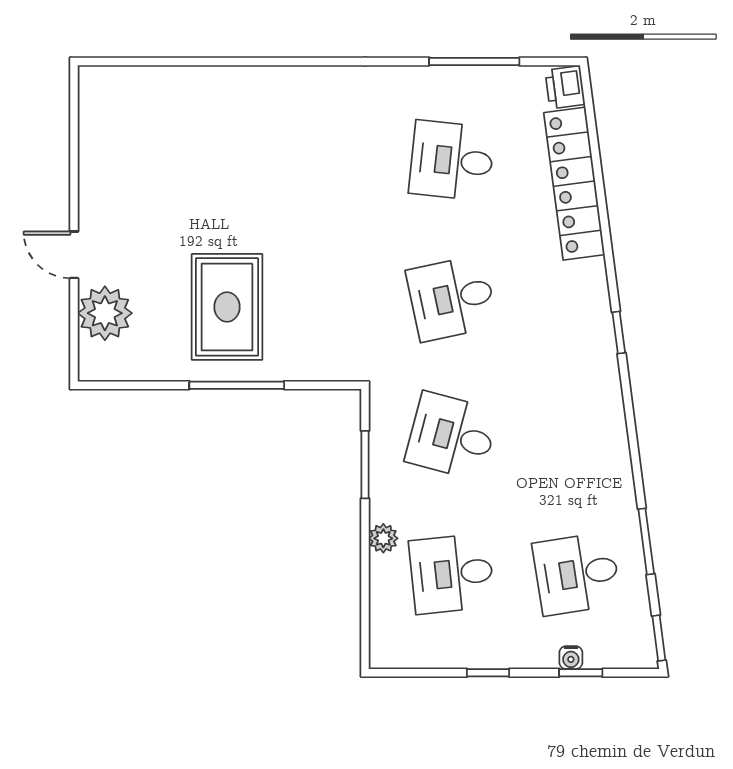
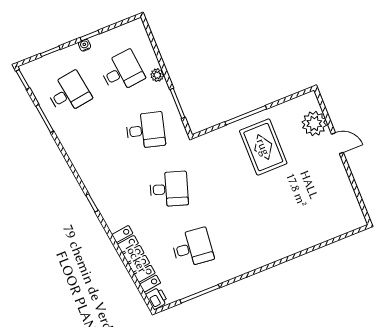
desk: (452, 298) -> (169, 189), turned 30
water cooler: (571, 658) -> (85, 45), moved

